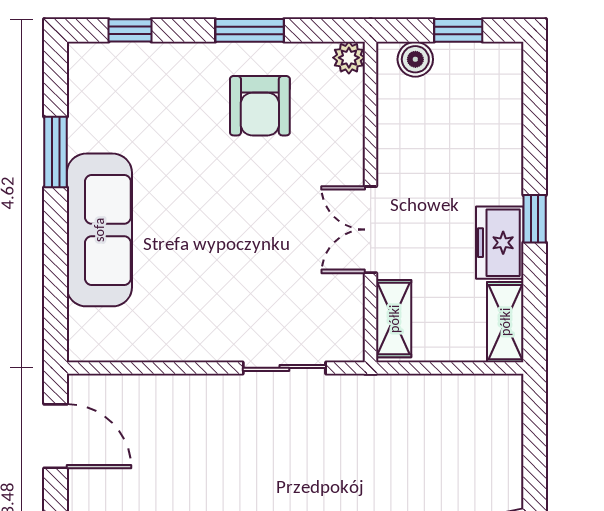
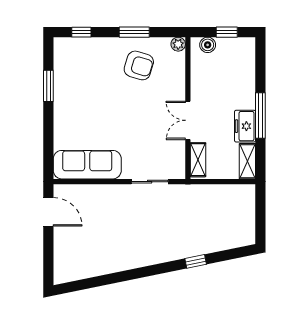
armchair: (260, 106) -> (139, 65), turned -73
window: (535, 219) -> (260, 115), width x2.17
sofa: (99, 230) -> (87, 165), moved, turned -90

